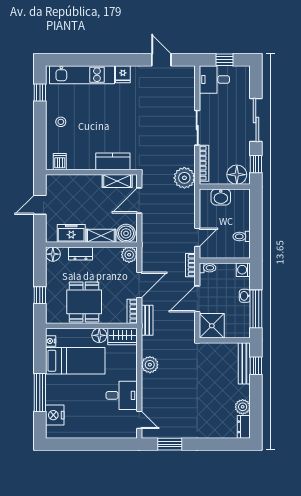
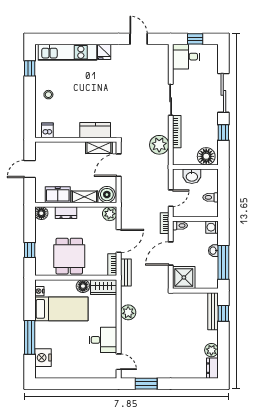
floor lamp: (237, 175) -> (206, 156), moved
wall: (225, 187) -> (195, 167), moved
washbasin: (221, 197) -> (192, 176), moved

